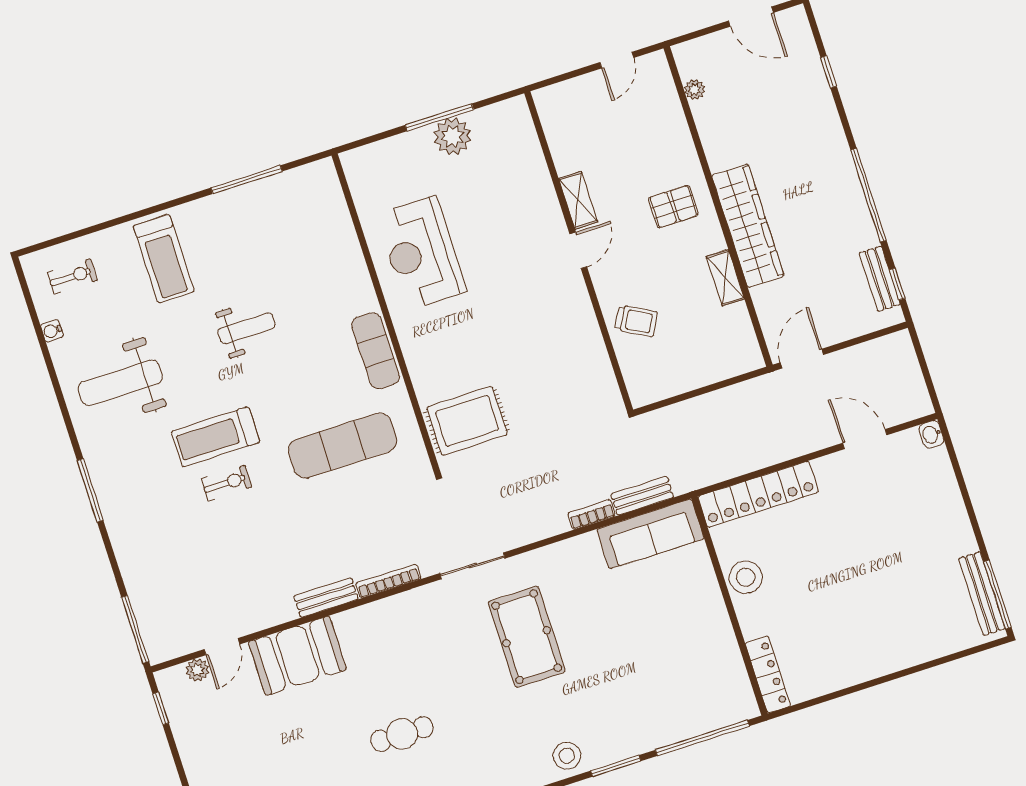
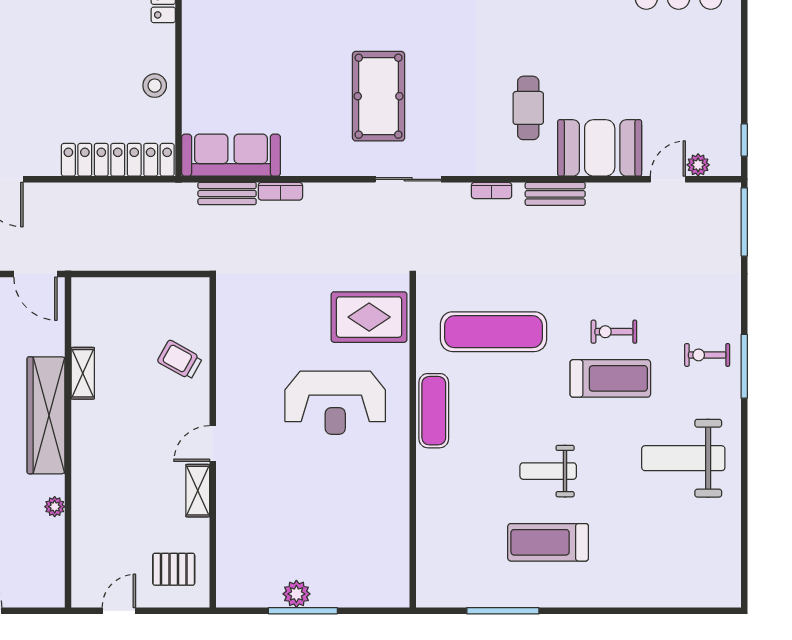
plant: (695, 90) -> (55, 507), moved
plant: (452, 136) -> (296, 594), width x0.73, depth x0.73
pallet: (673, 207) -> (174, 569), moved
reception desk: (421, 253) -> (335, 403), moved, turned 90
treadmill: (164, 259) -> (548, 542), moved, turned -90
exercise bike: (72, 276) -> (707, 355), moved
water cooler: (52, 331) -> (732, 528), removed
door: (802, 359) -> (35, 274), hinge flipped
weight bench: (120, 383) -> (683, 458), turned 180
stool: (746, 577) -> (155, 86), width x0.73, depth x0.73
bookcase: (388, 581) -> (492, 190), width x0.64
cafe table: (402, 734) -> (528, 108), moved, turned 90

